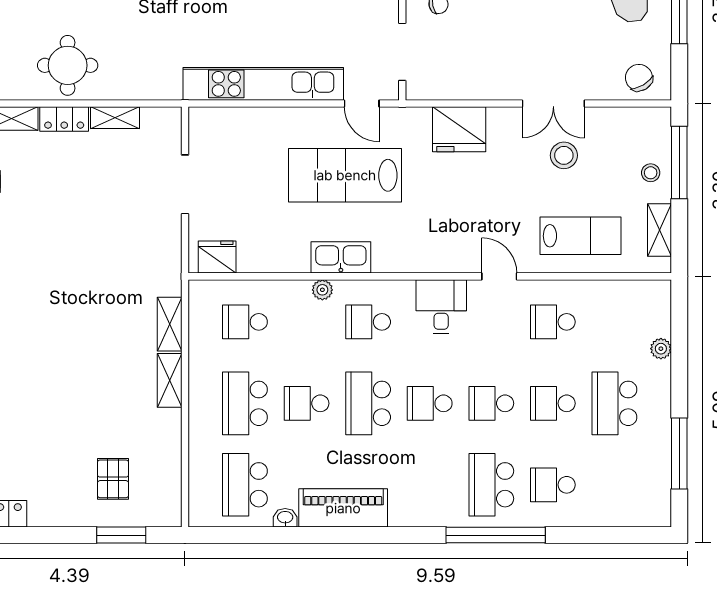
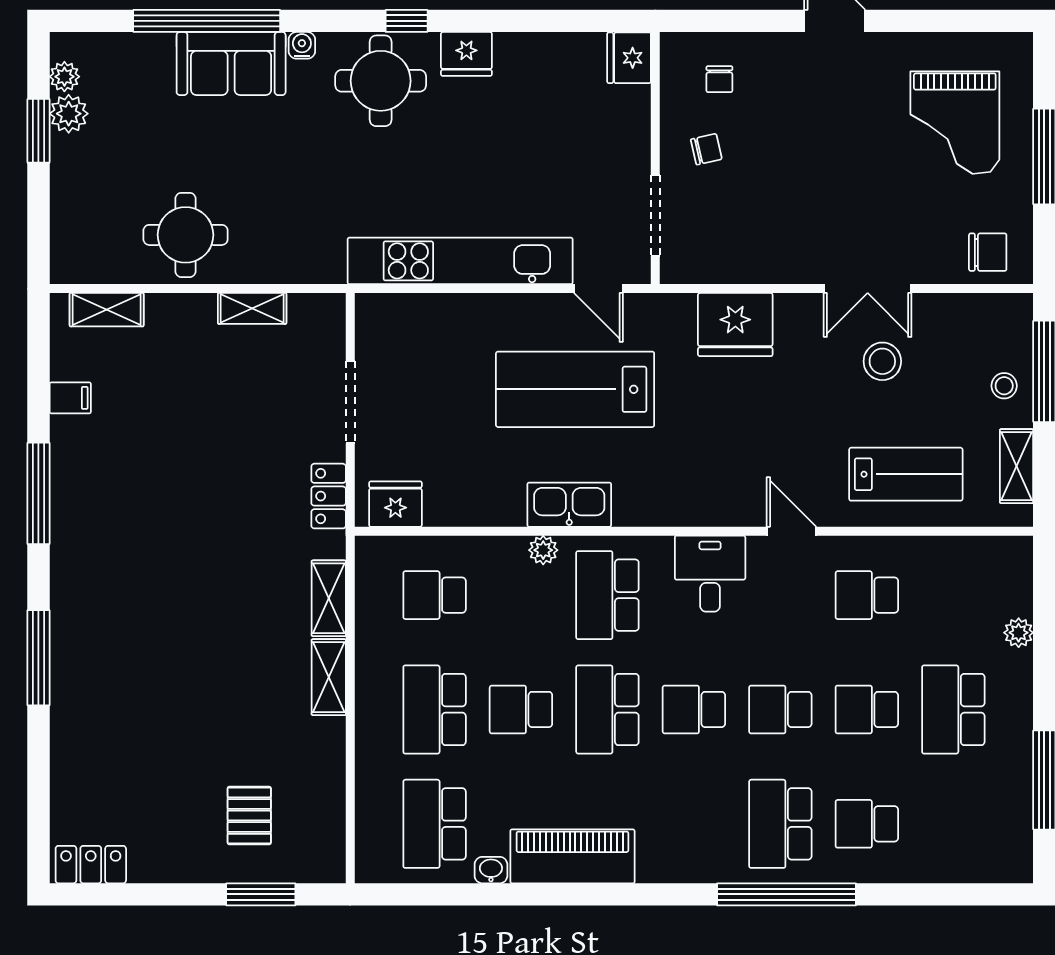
chair: (639, 78) -> (988, 252), turned 121
locker: (64, 119) -> (329, 496), moved, turned 90
school desk: (368, 322) -> (607, 595), width x1.85

